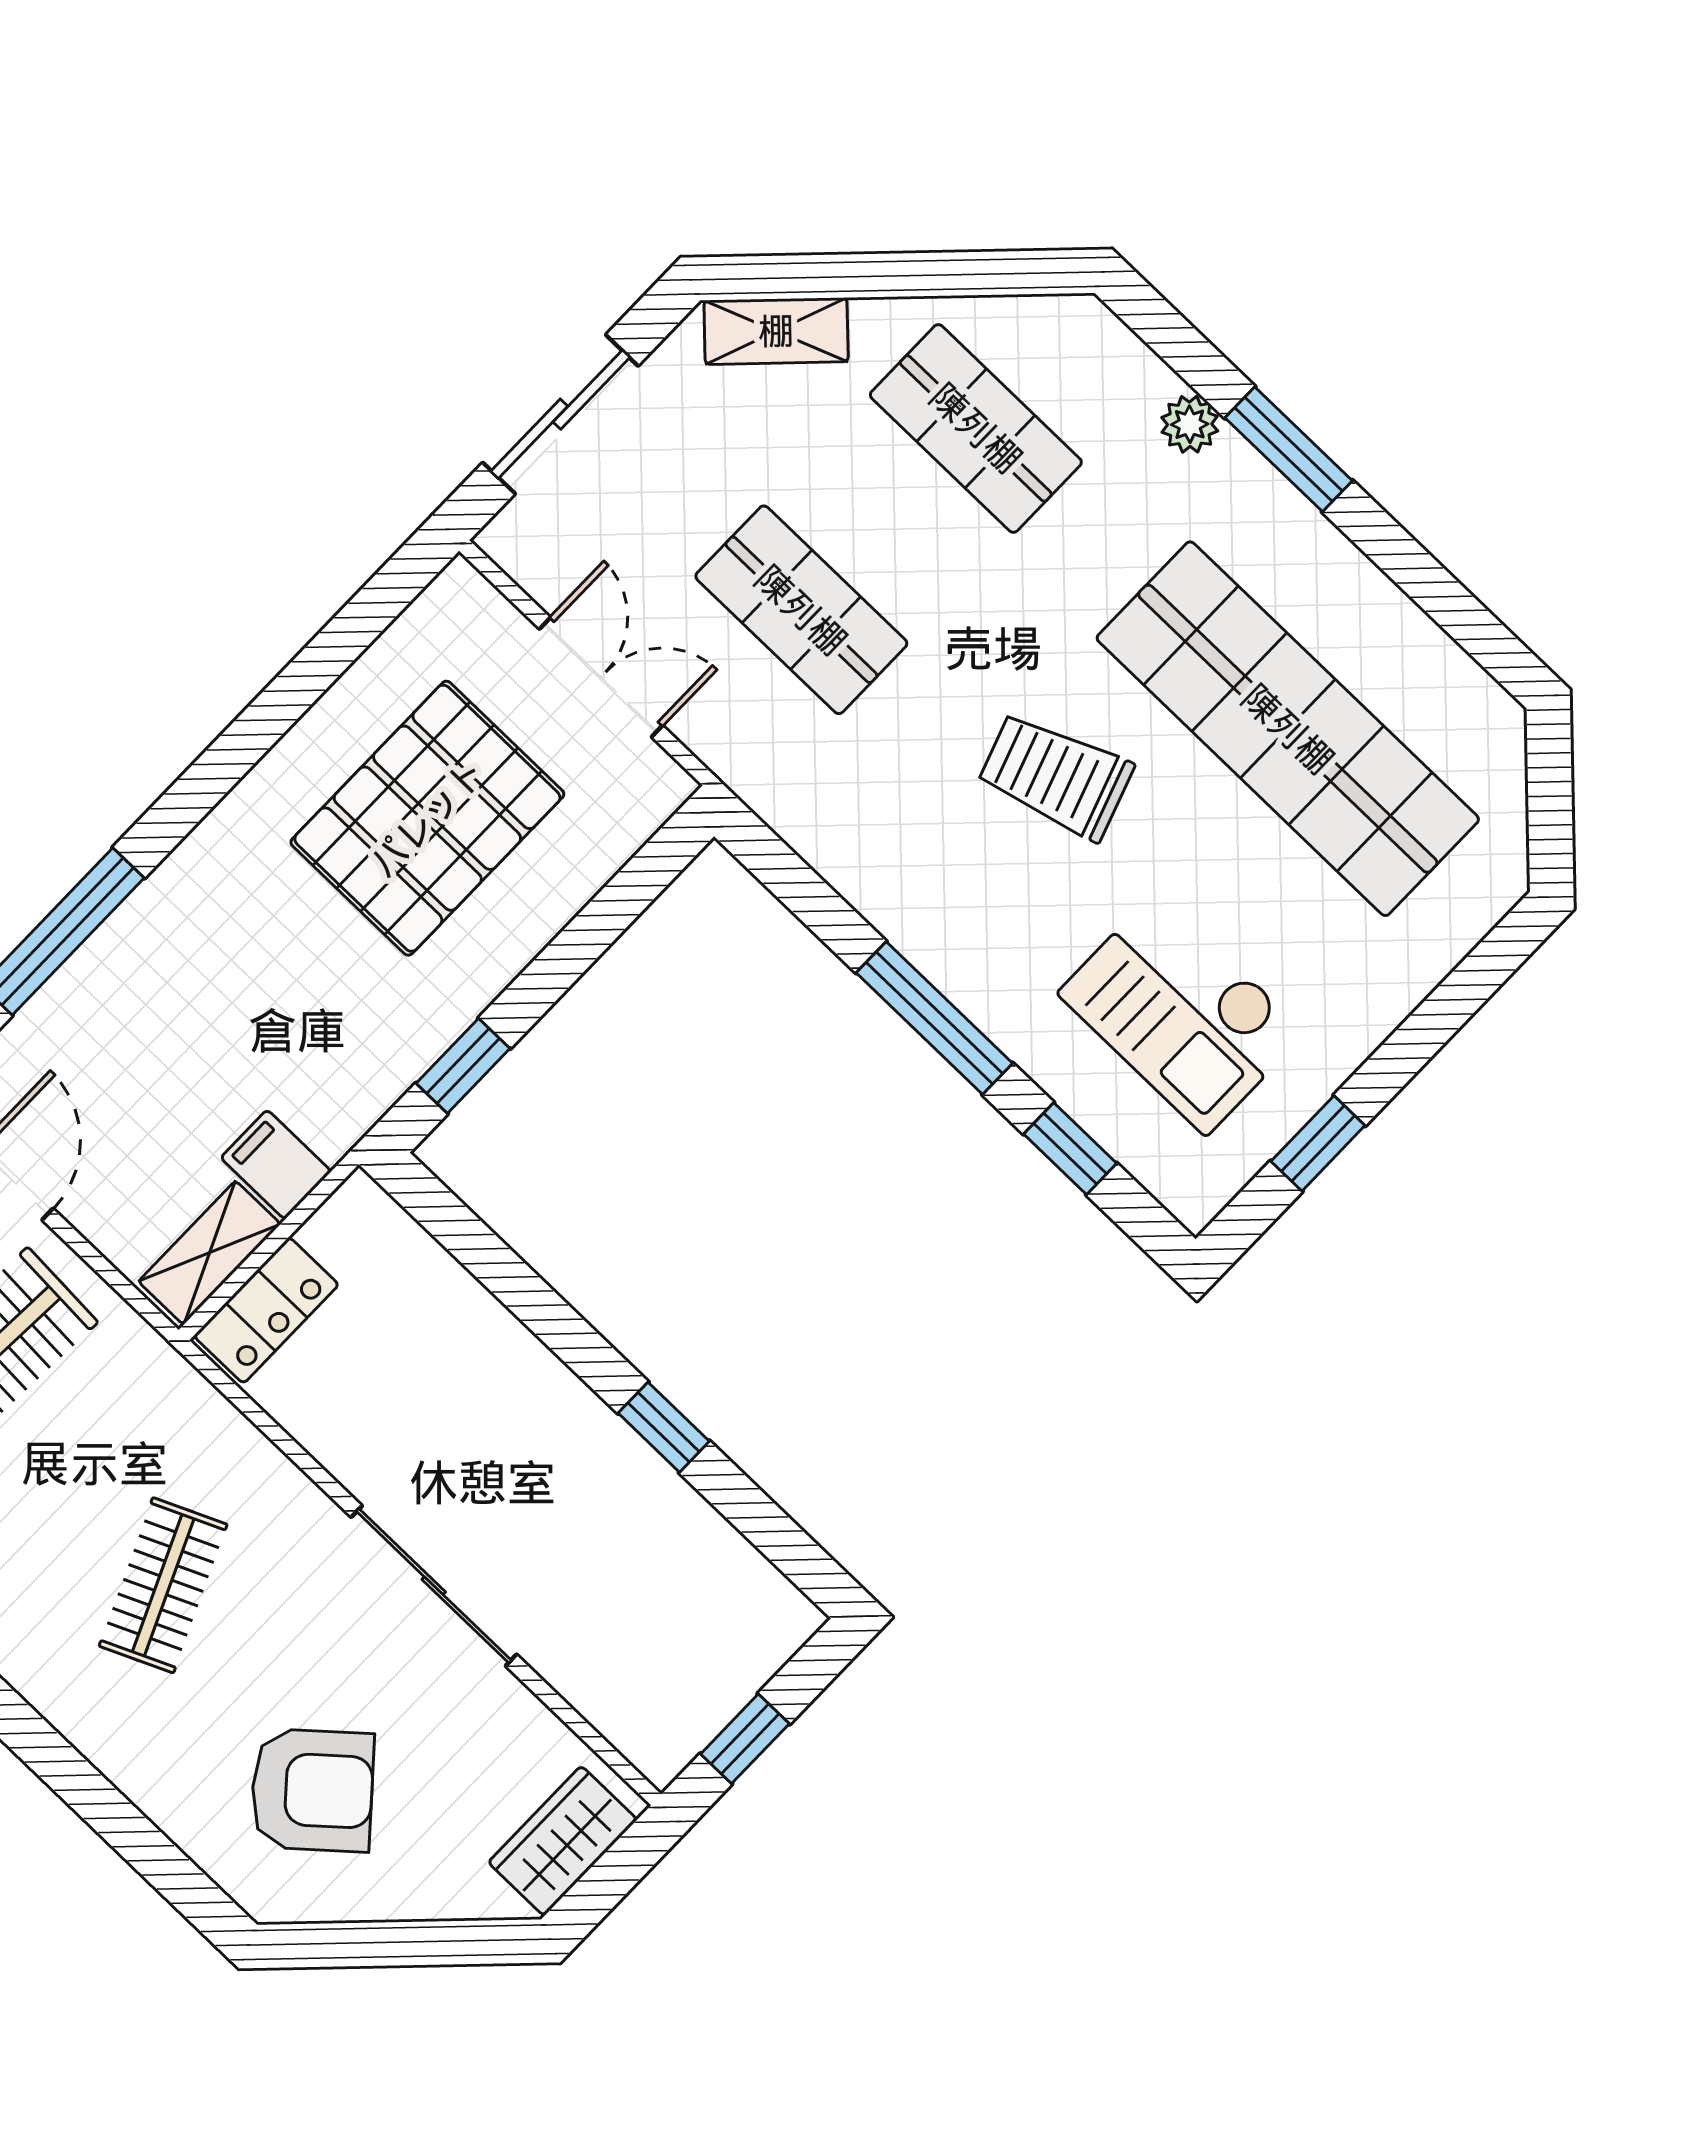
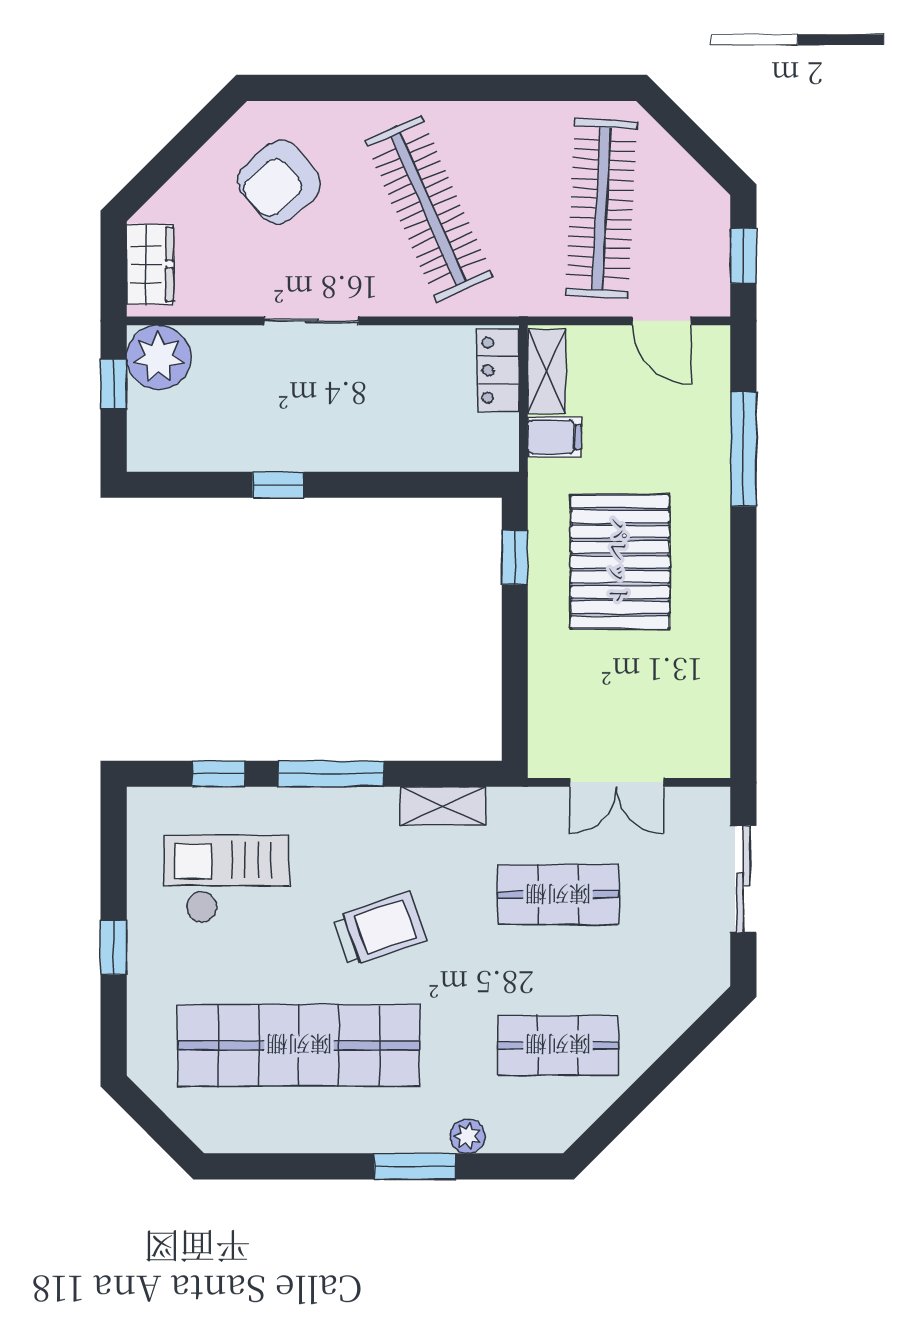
shelving: (776, 331) -> (443, 806), moved, turned 45
pallet: (427, 818) -> (620, 562), moved
window: (1318, 1143) -> (114, 948), moved
clothes rail: (163, 1585) -> (428, 209), width x1.86, depth x1.31
sliding door: (434, 1586) -> (311, 321), width x0.73
plant: (660, 1719) -> (159, 357), added

